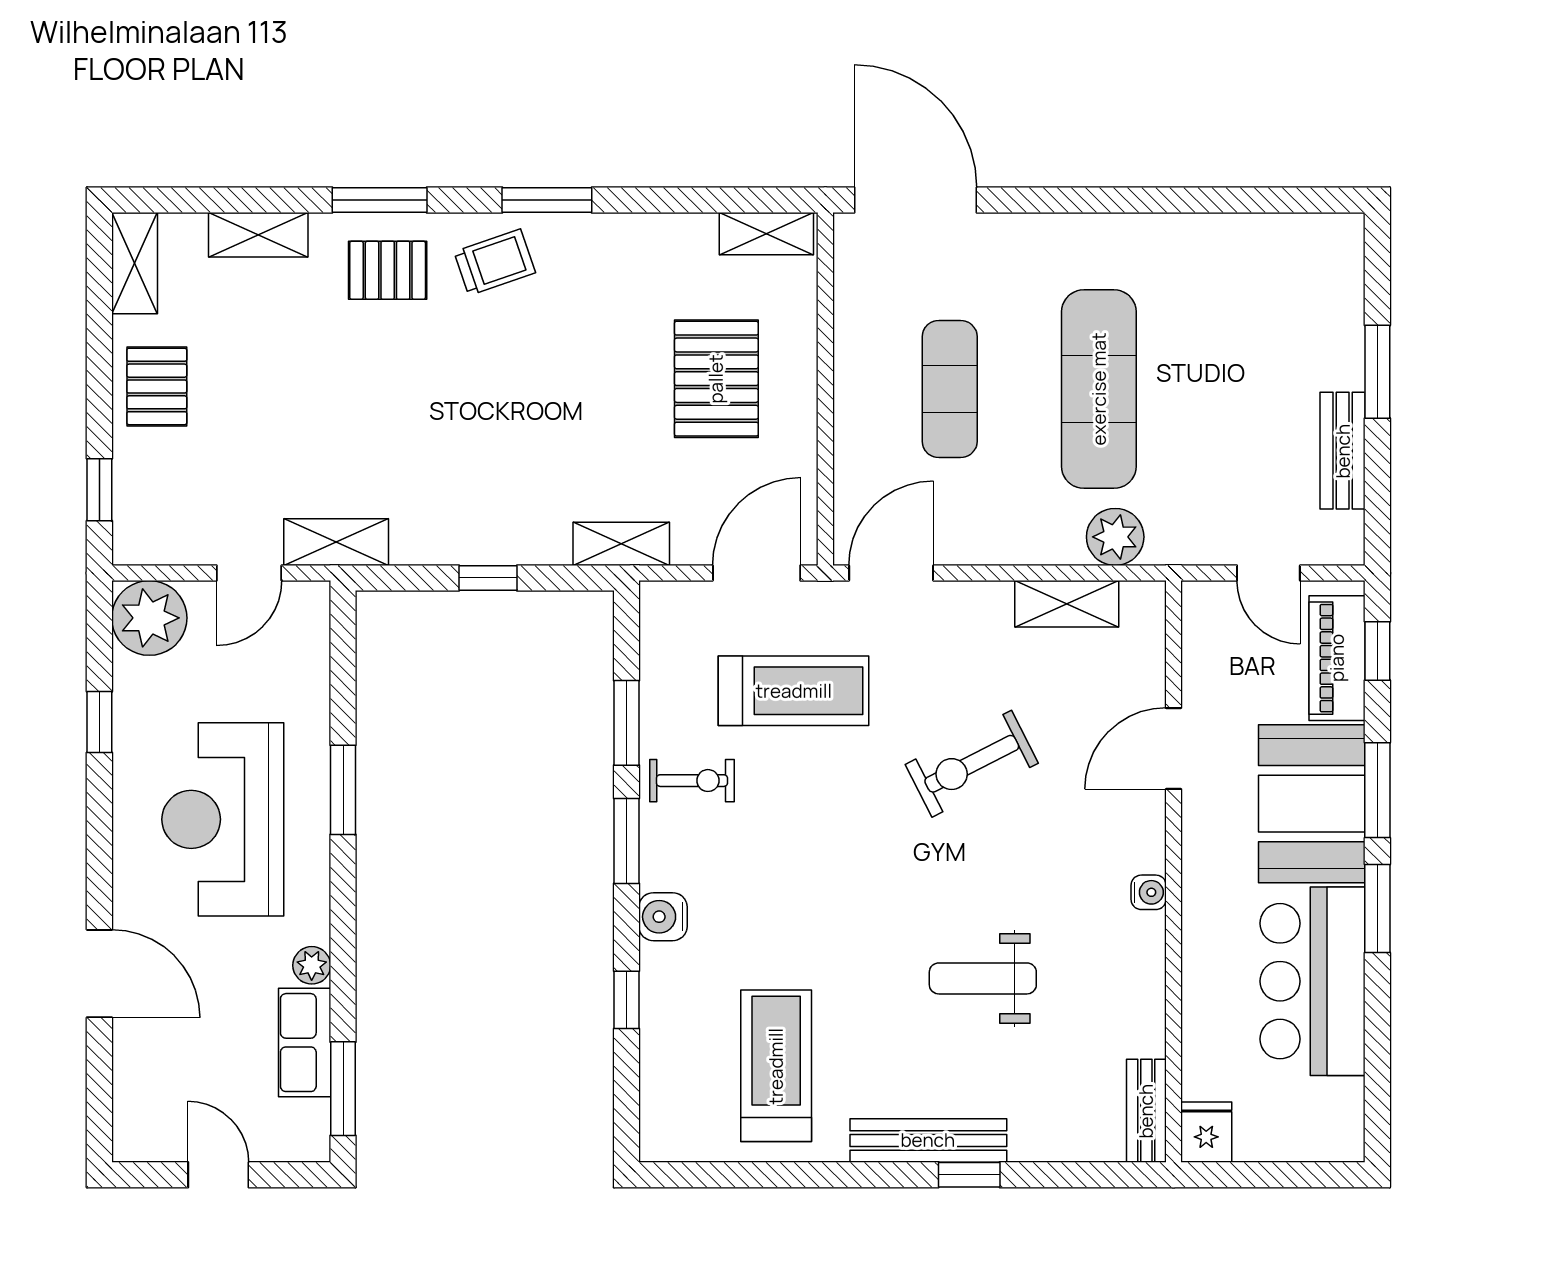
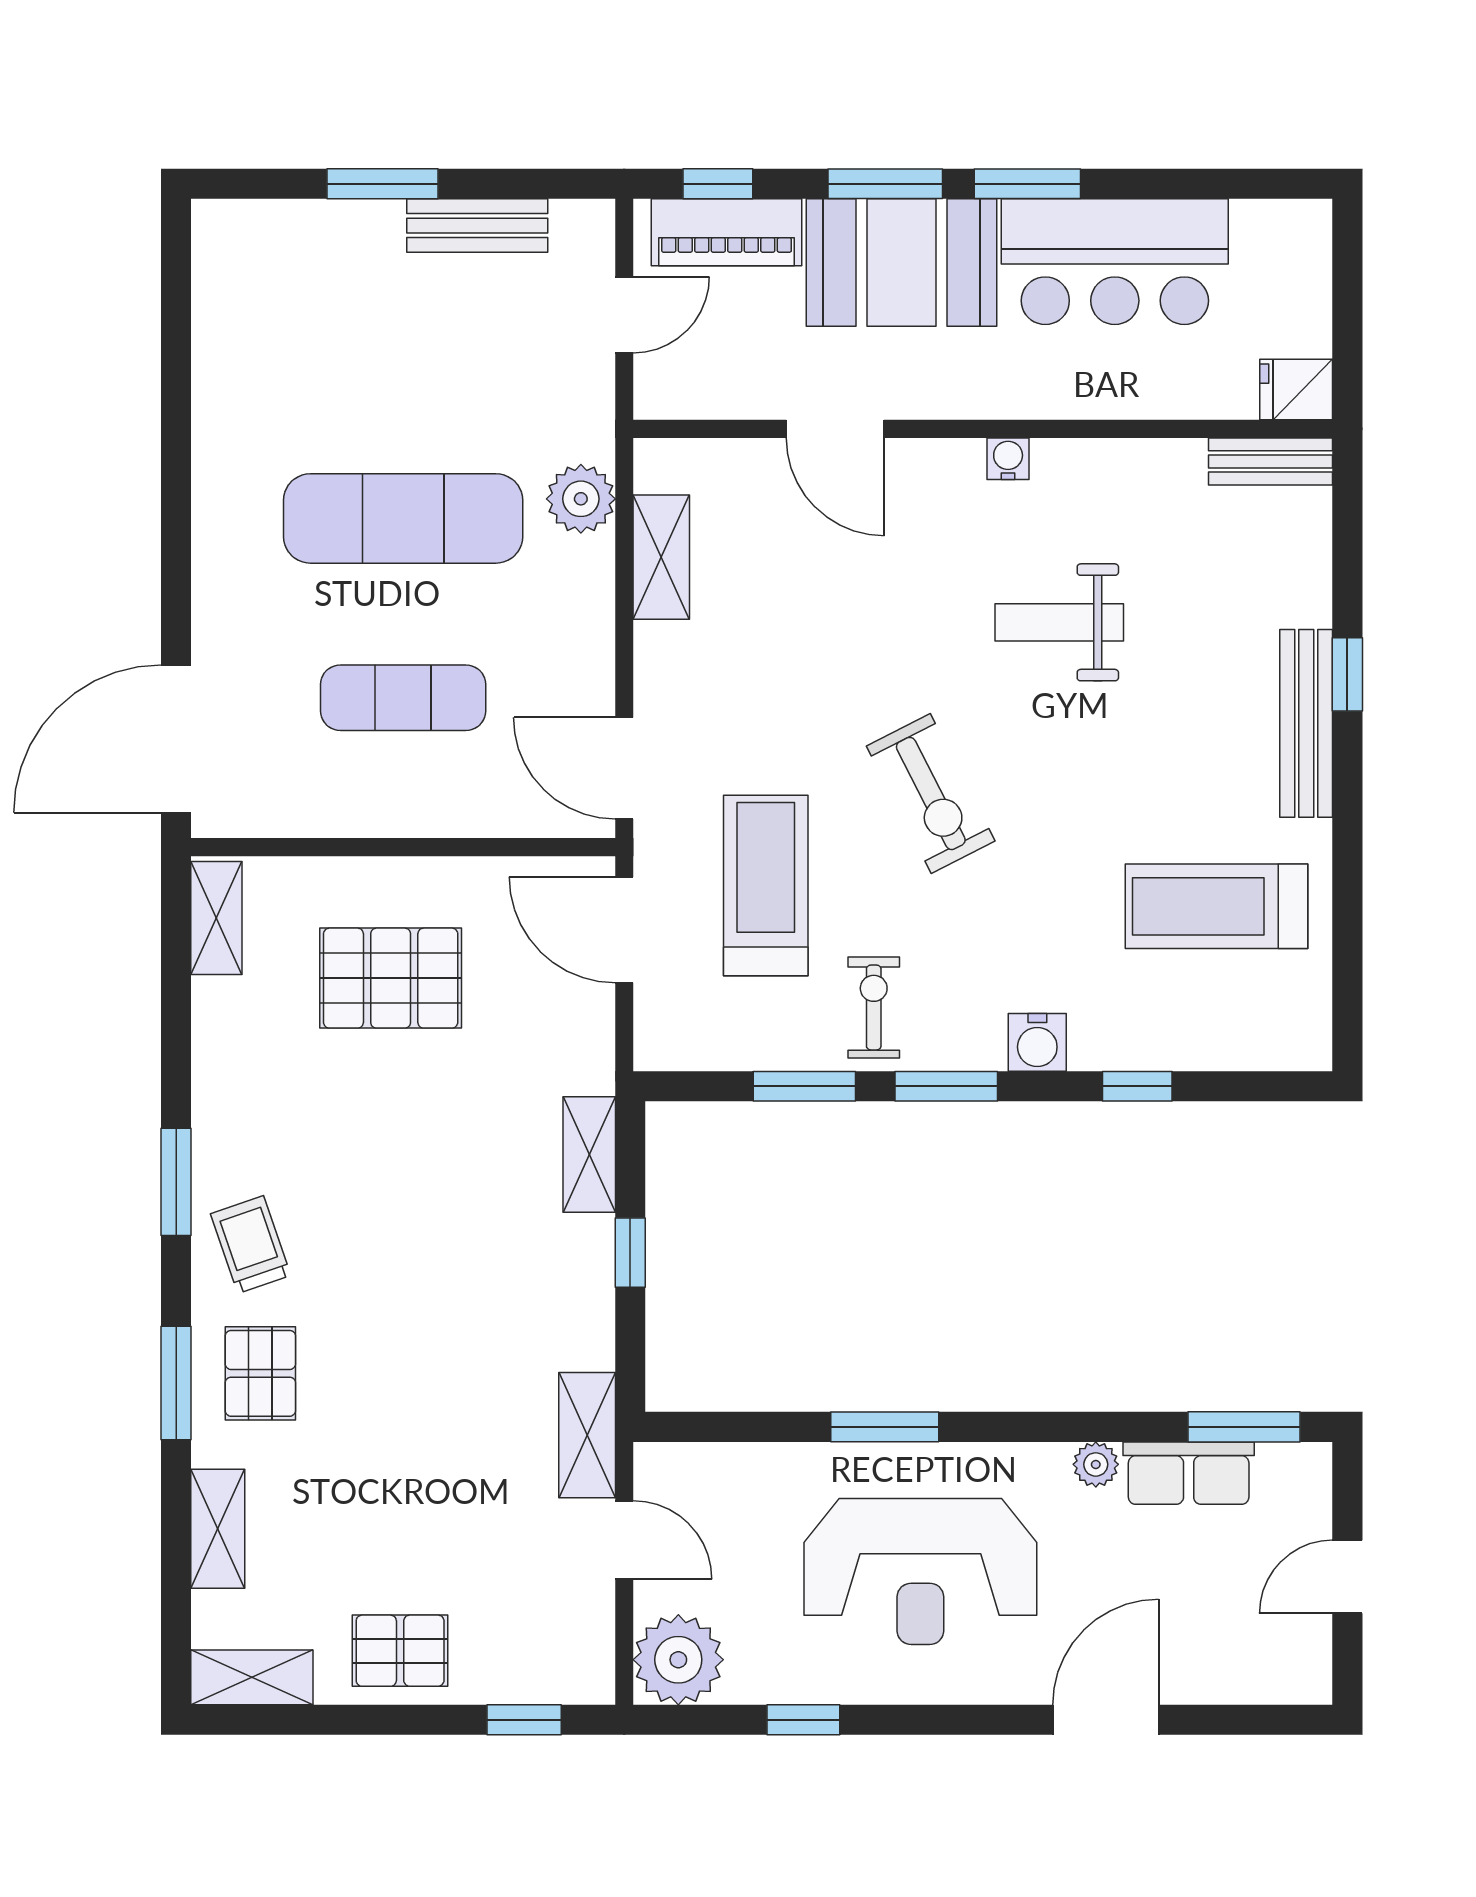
shelving: (621, 544) -> (589, 1154), moved
exercise bike: (972, 764) -> (931, 793), moved
weight bench: (983, 978) -> (1059, 622), moved, turned 90

